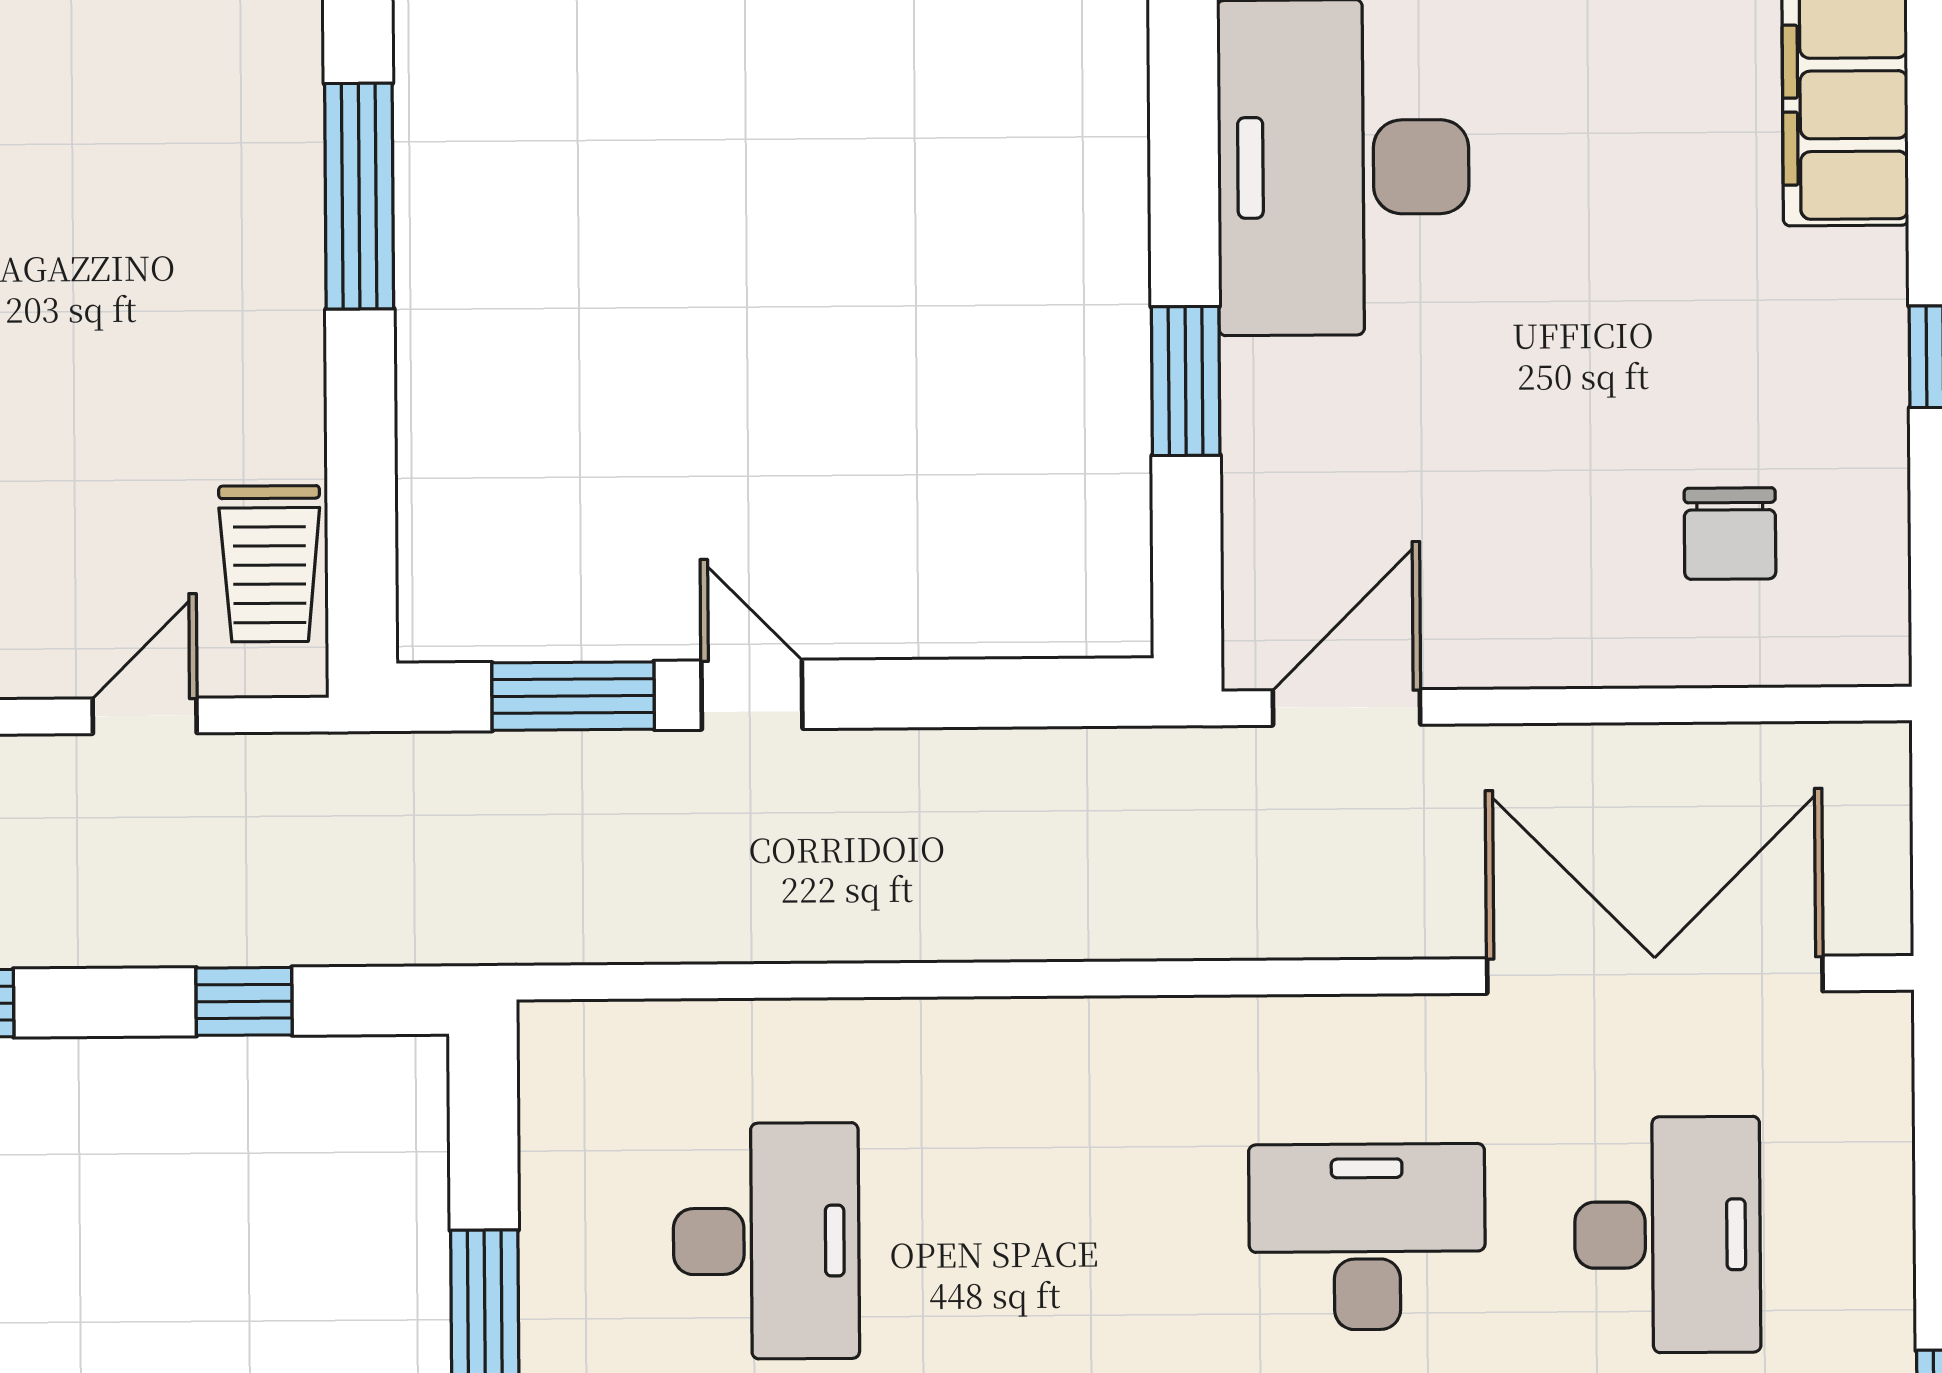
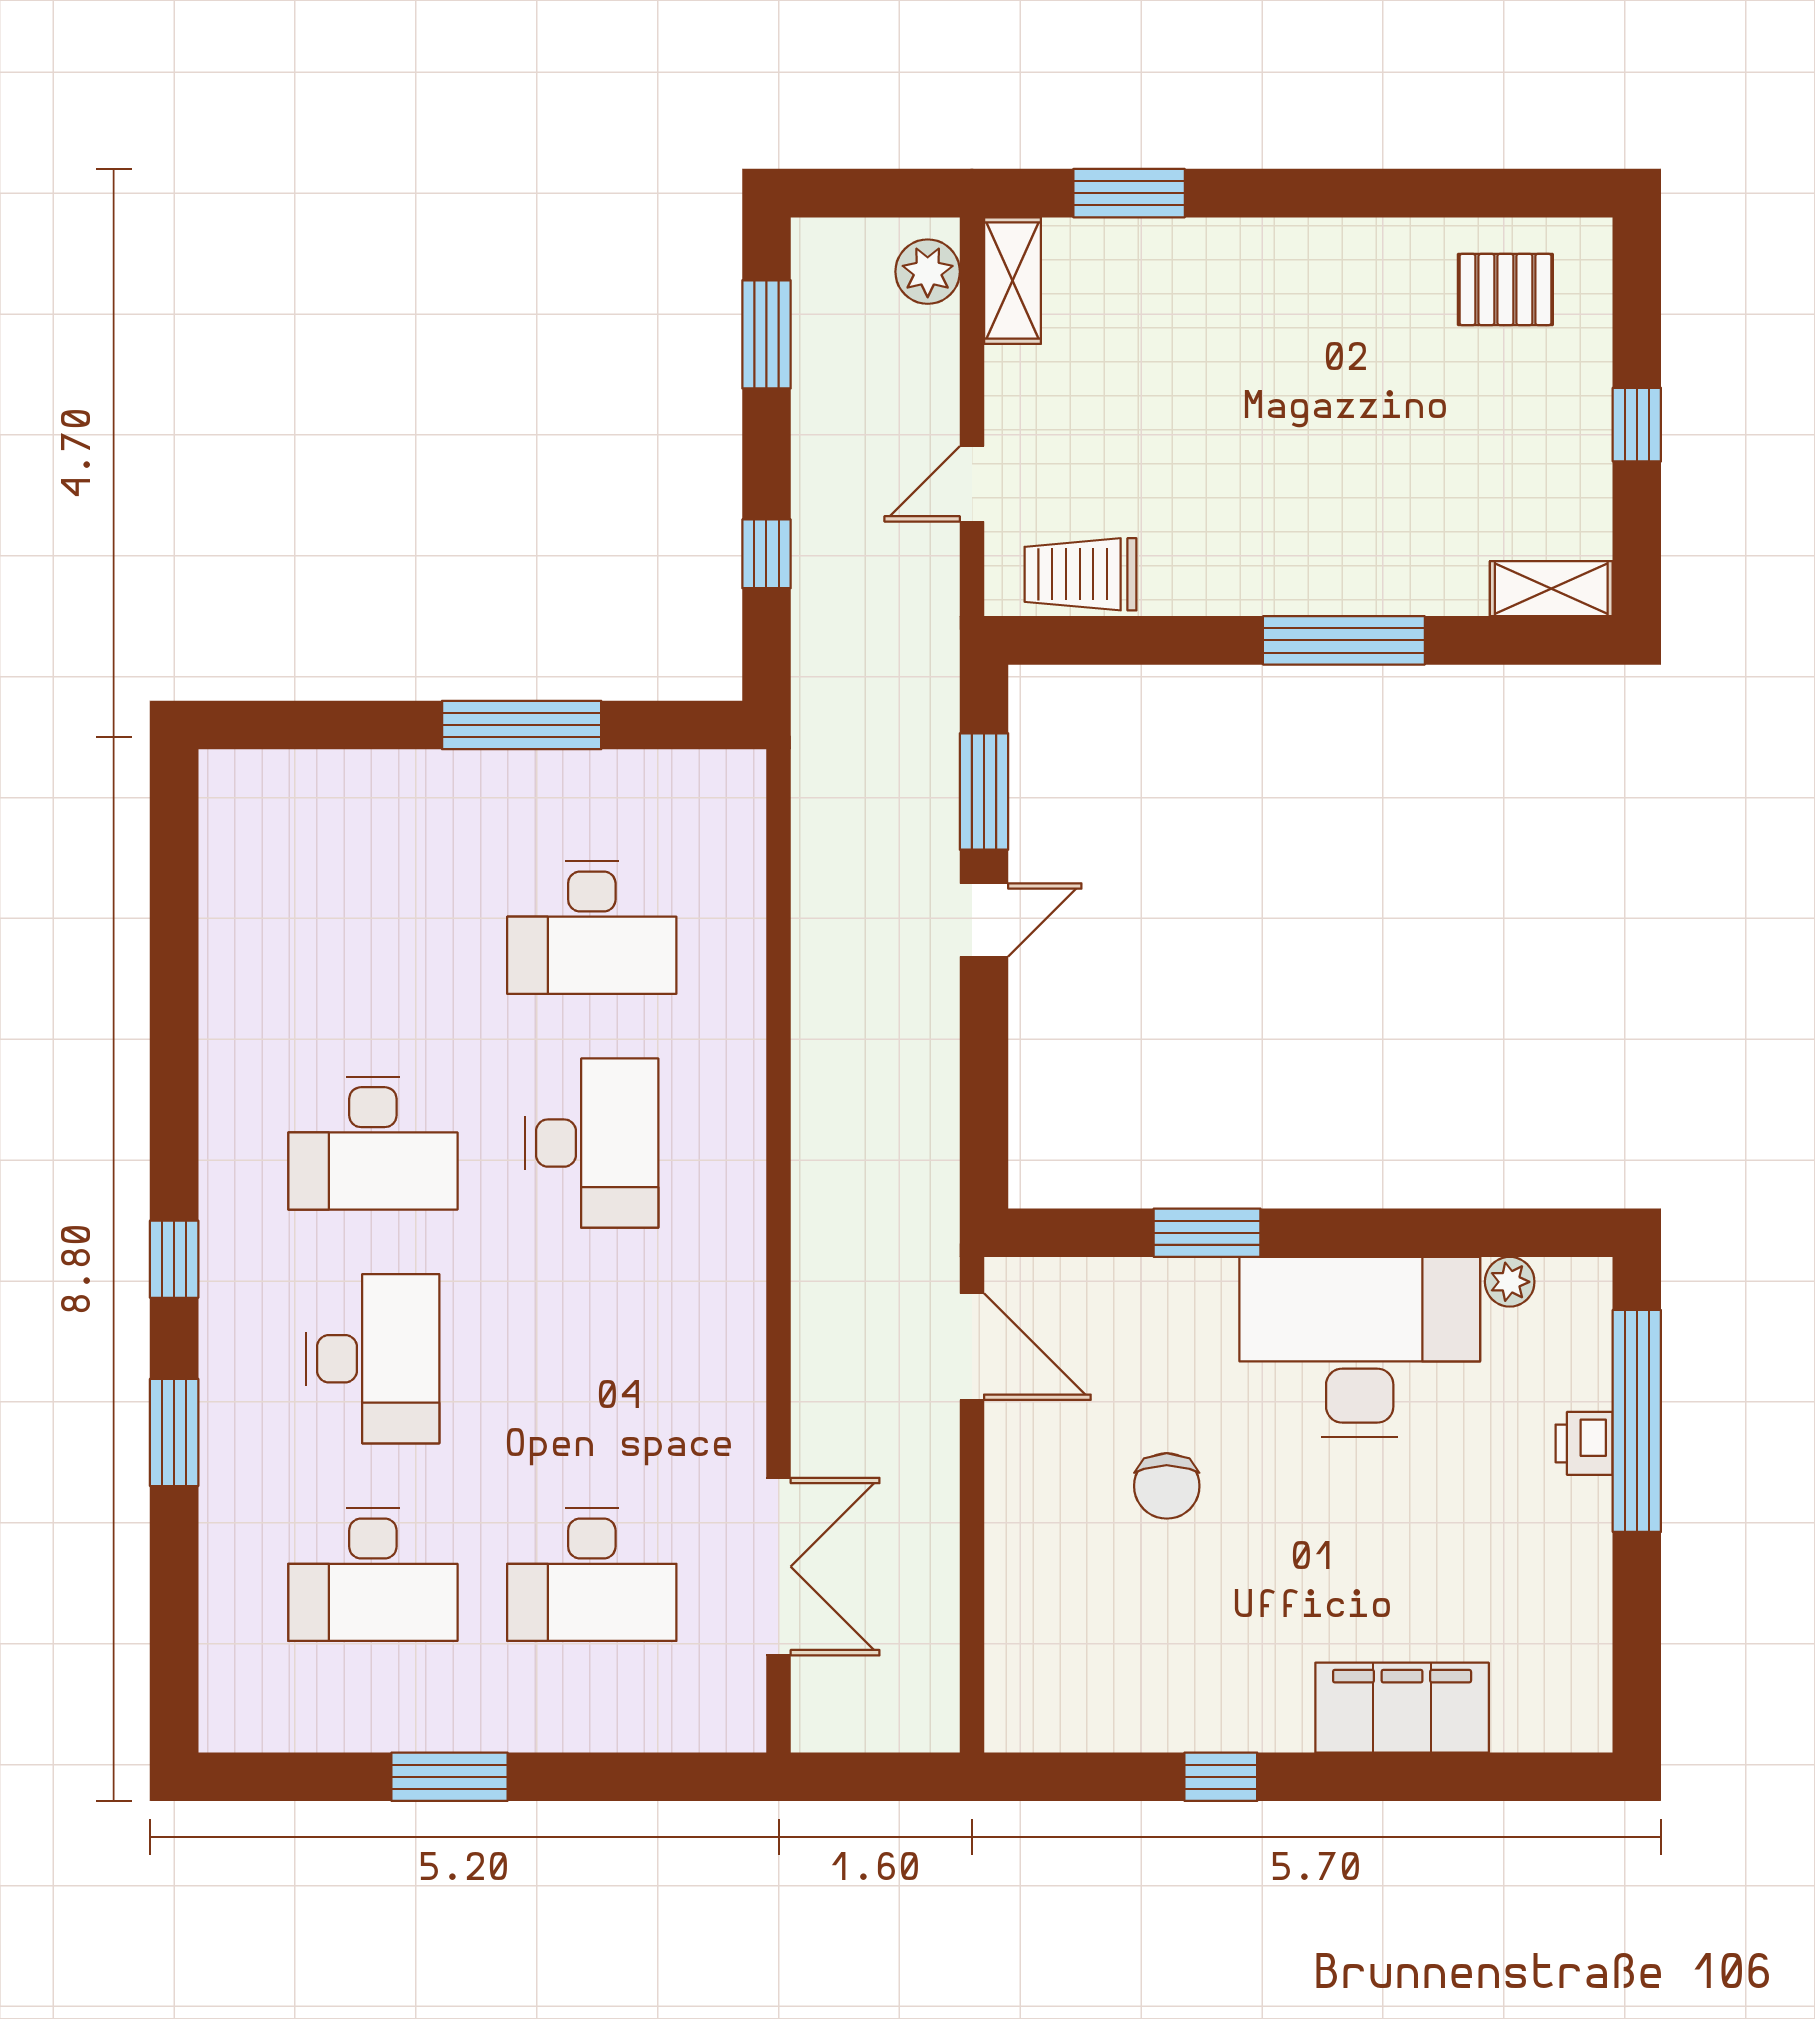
chair: (1730, 534) -> (1167, 1486), moved, turned -90
door: (145, 716) -> (972, 484), swing flipped
double door: (1655, 975) -> (779, 1567), width x0.73
desk: (1367, 1237) -> (592, 1143), moved

